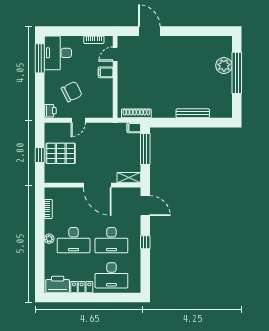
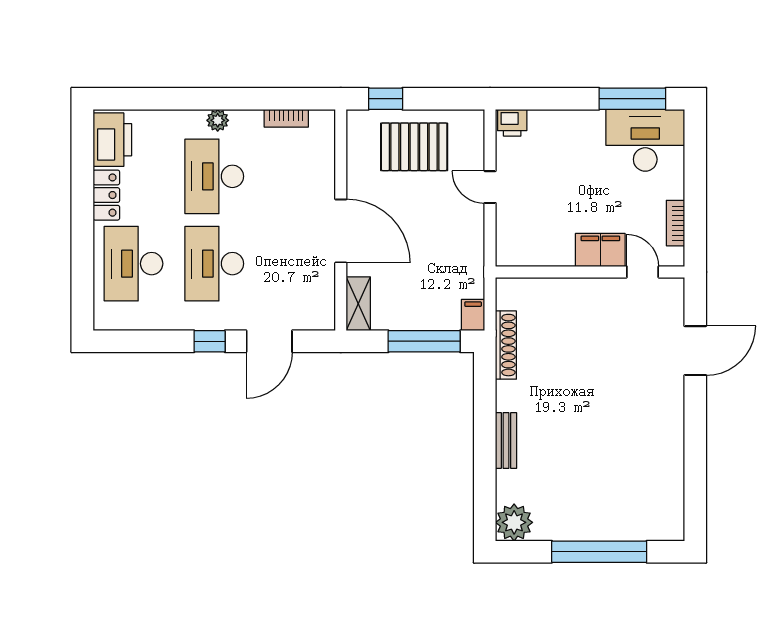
plant: (224, 65) -> (514, 522), moved
filing cabinet: (106, 72) -> (600, 250), width x2.00
chair: (72, 92) -> (556, 172), removed
shoe rack: (136, 113) -> (506, 345), moved
bench: (193, 113) -> (506, 440), width x0.73
pallet: (61, 153) -> (414, 147), turned 90
window: (40, 155) -> (386, 99), moved
door: (97, 185) -> (341, 231), swing flipped
door: (145, 206) -> (269, 341), moved

